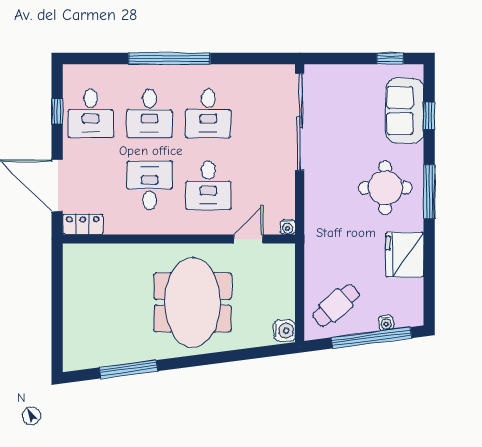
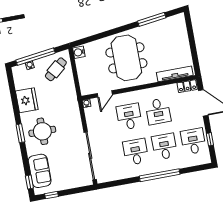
window: (429, 116) -> (29, 182), moved
window: (429, 192) -> (20, 133), width x0.69
tv unit: (103, 253) -> (175, 74), added

